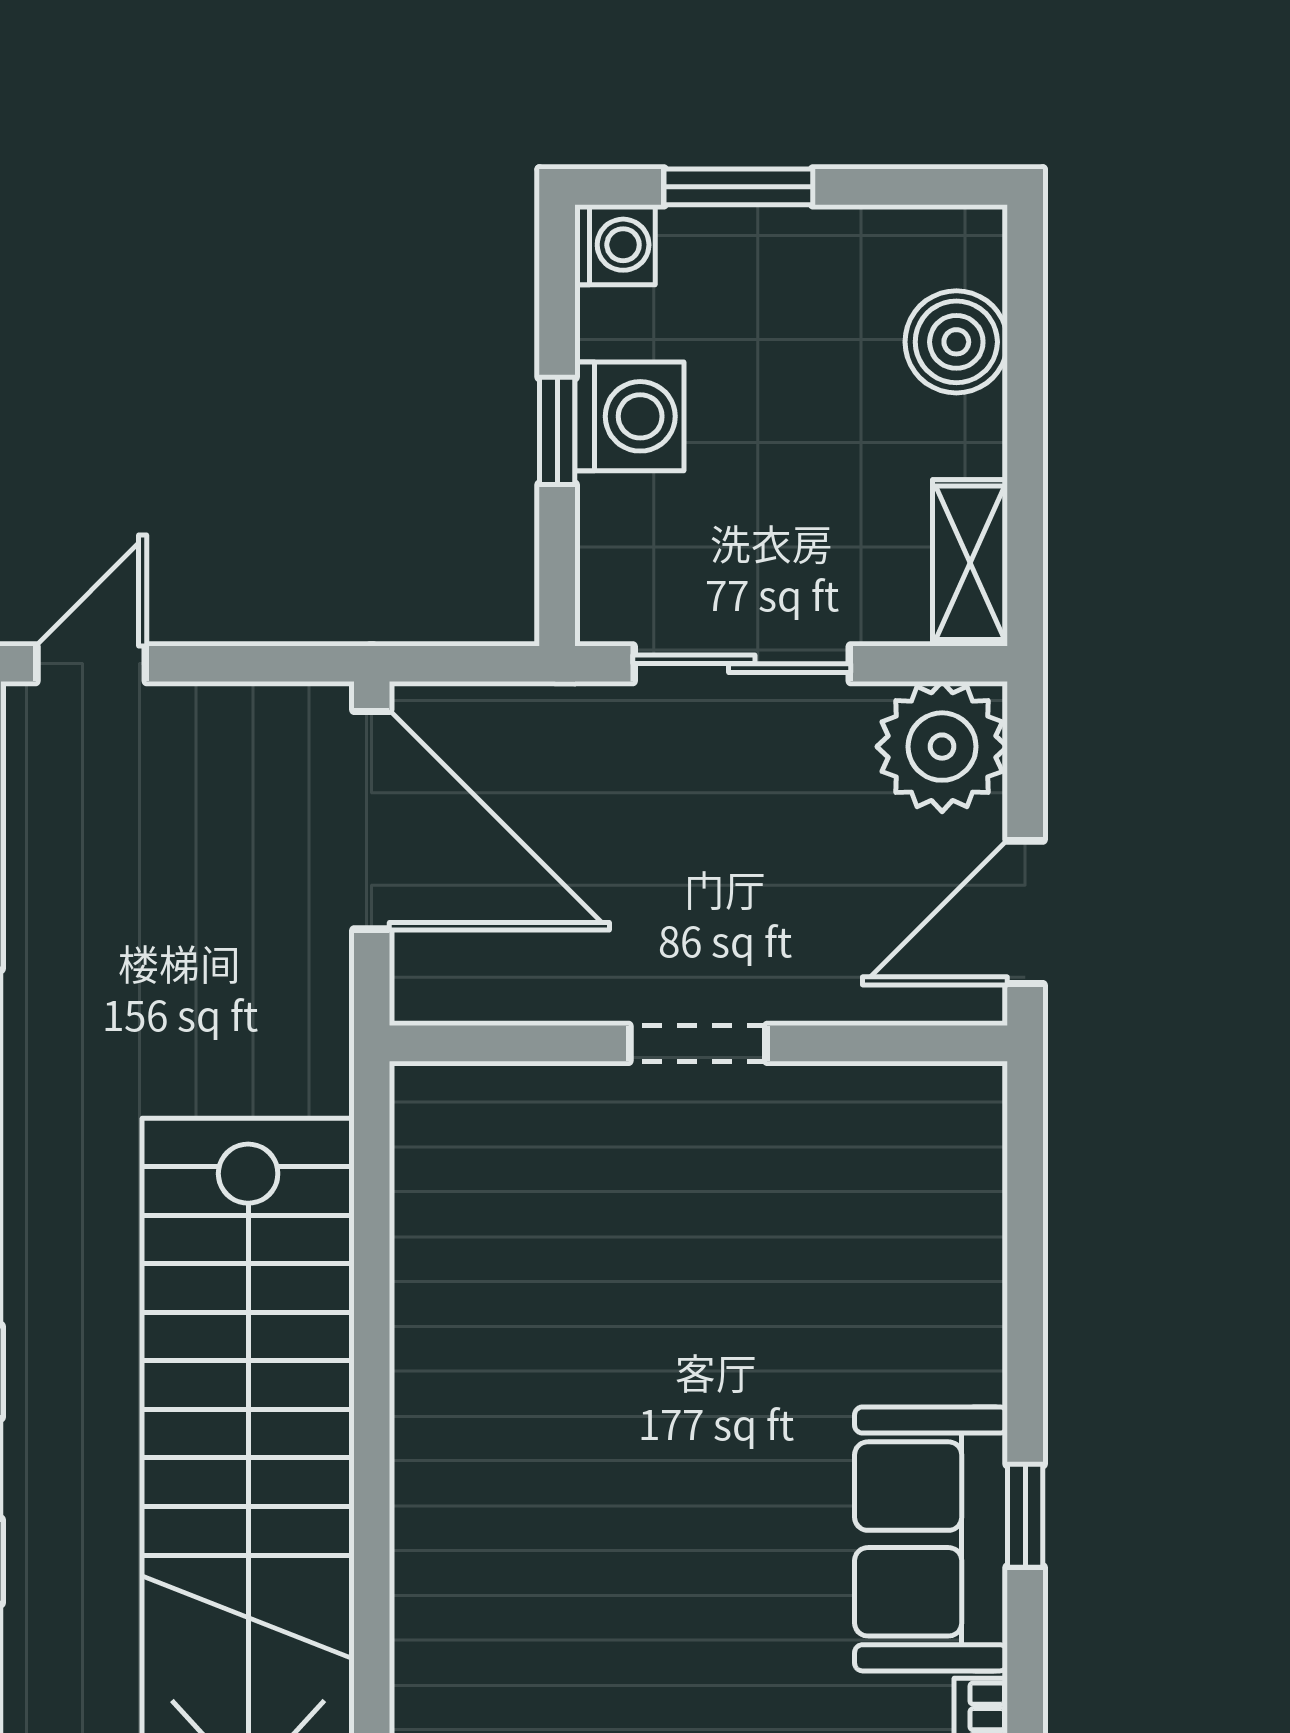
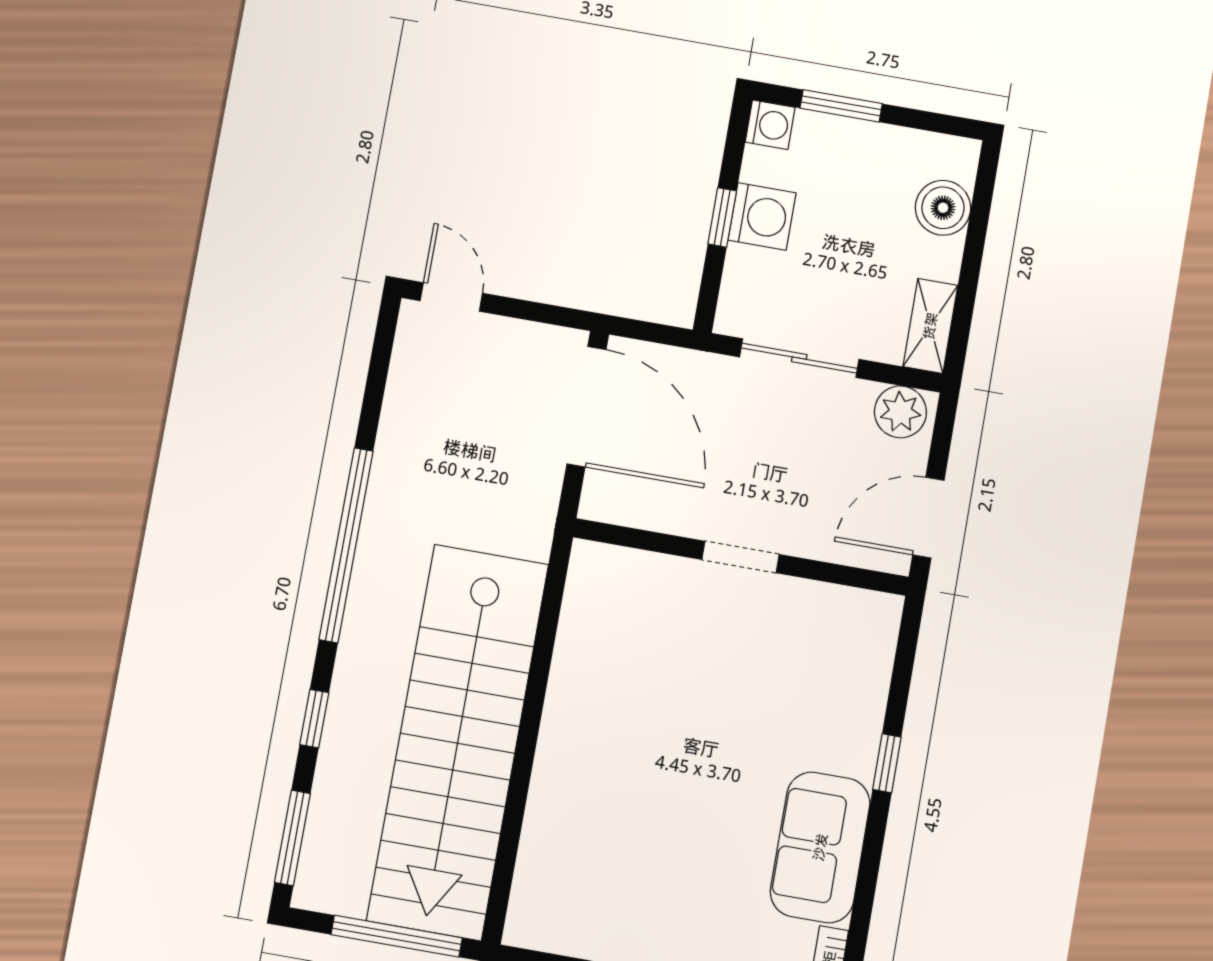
door: (91, 664) -> (451, 297), hinge flipped
plant: (942, 747) -> (900, 412), width x0.73, depth x0.73
window: (1025, 1516) -> (887, 763), moved

